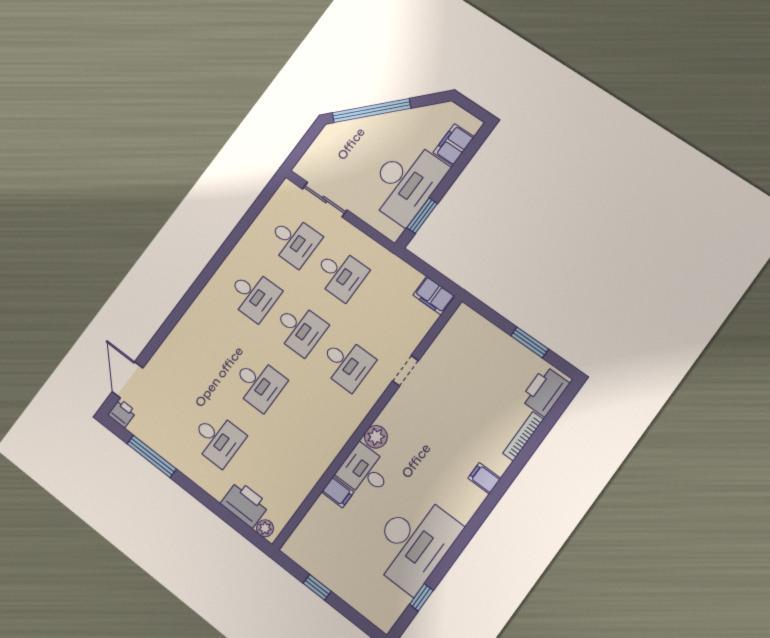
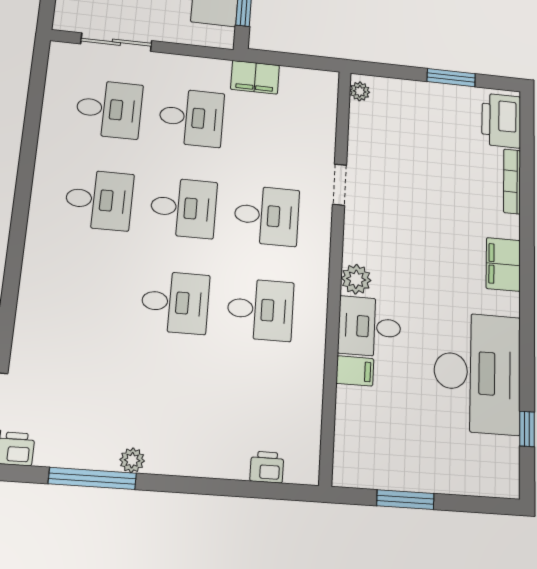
filing cabinet: (434, 296) -> (255, 77), moved
plant: (460, 317) -> (360, 91), added
desk: (217, 439) -> (260, 310), moved
filing cabinet: (484, 478) -> (503, 264), width x2.00
printer: (245, 504) -> (267, 467), width x0.53, depth x0.68
plant: (265, 528) -> (132, 460), moved
window: (317, 587) -> (405, 500), width x1.50

